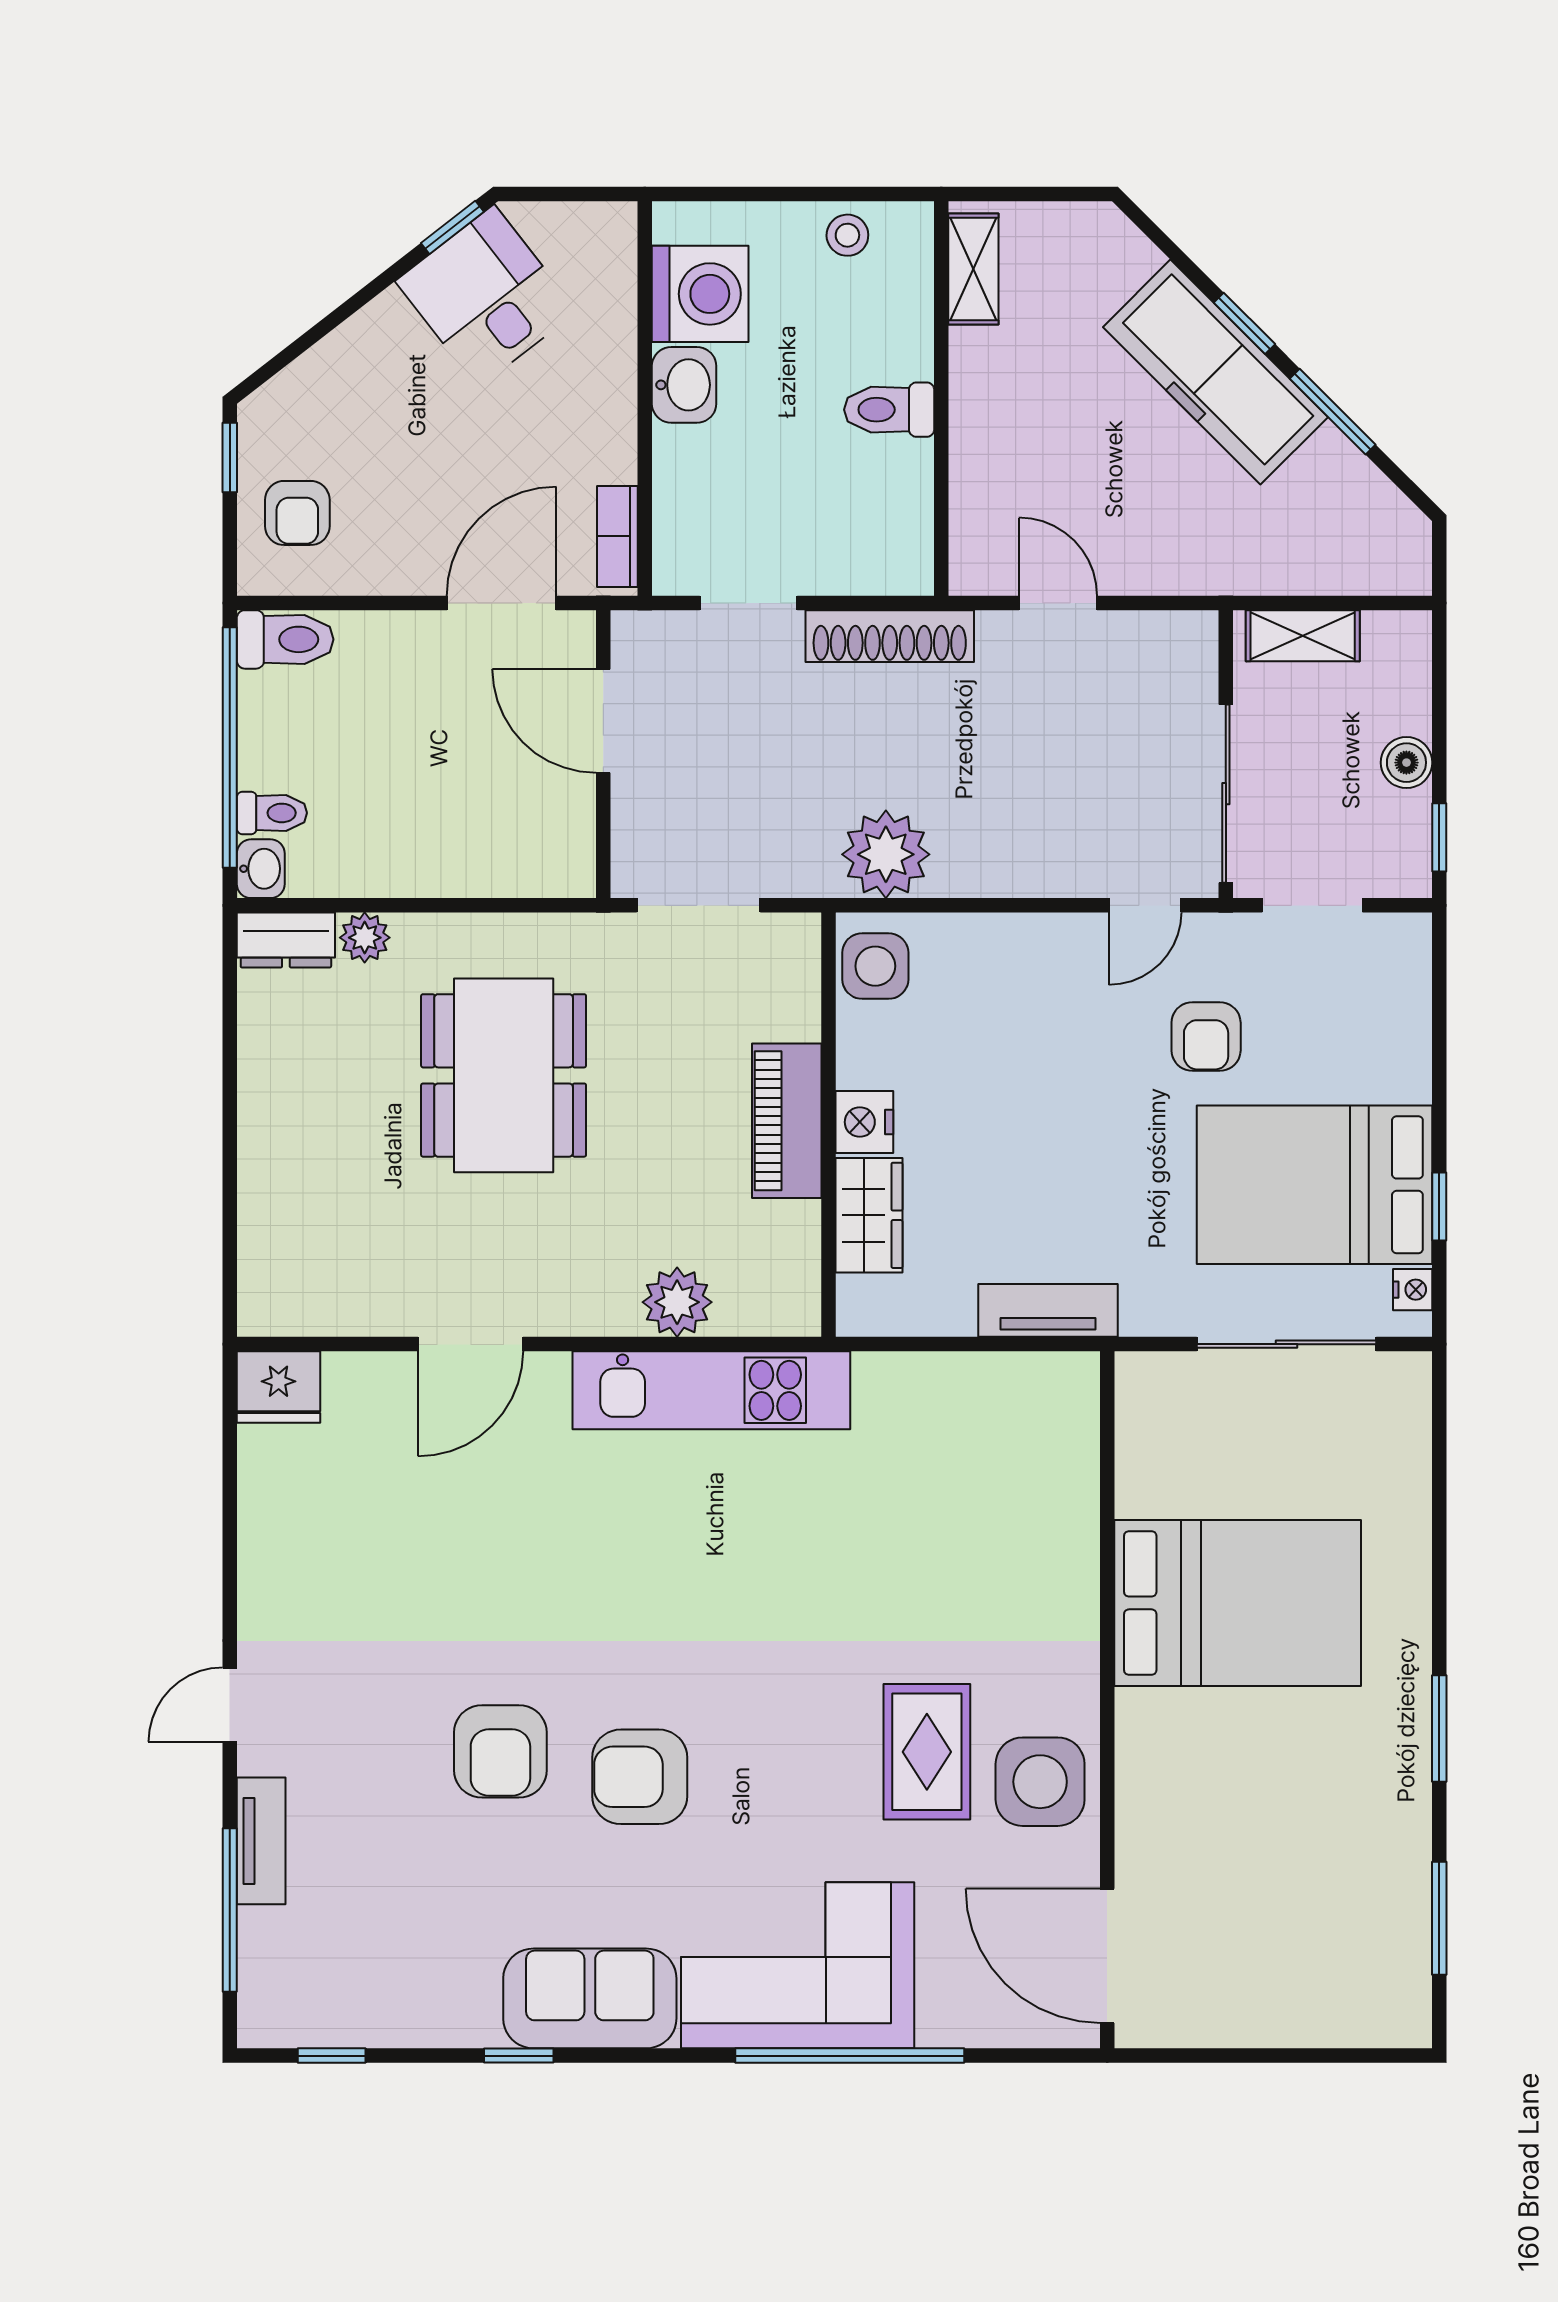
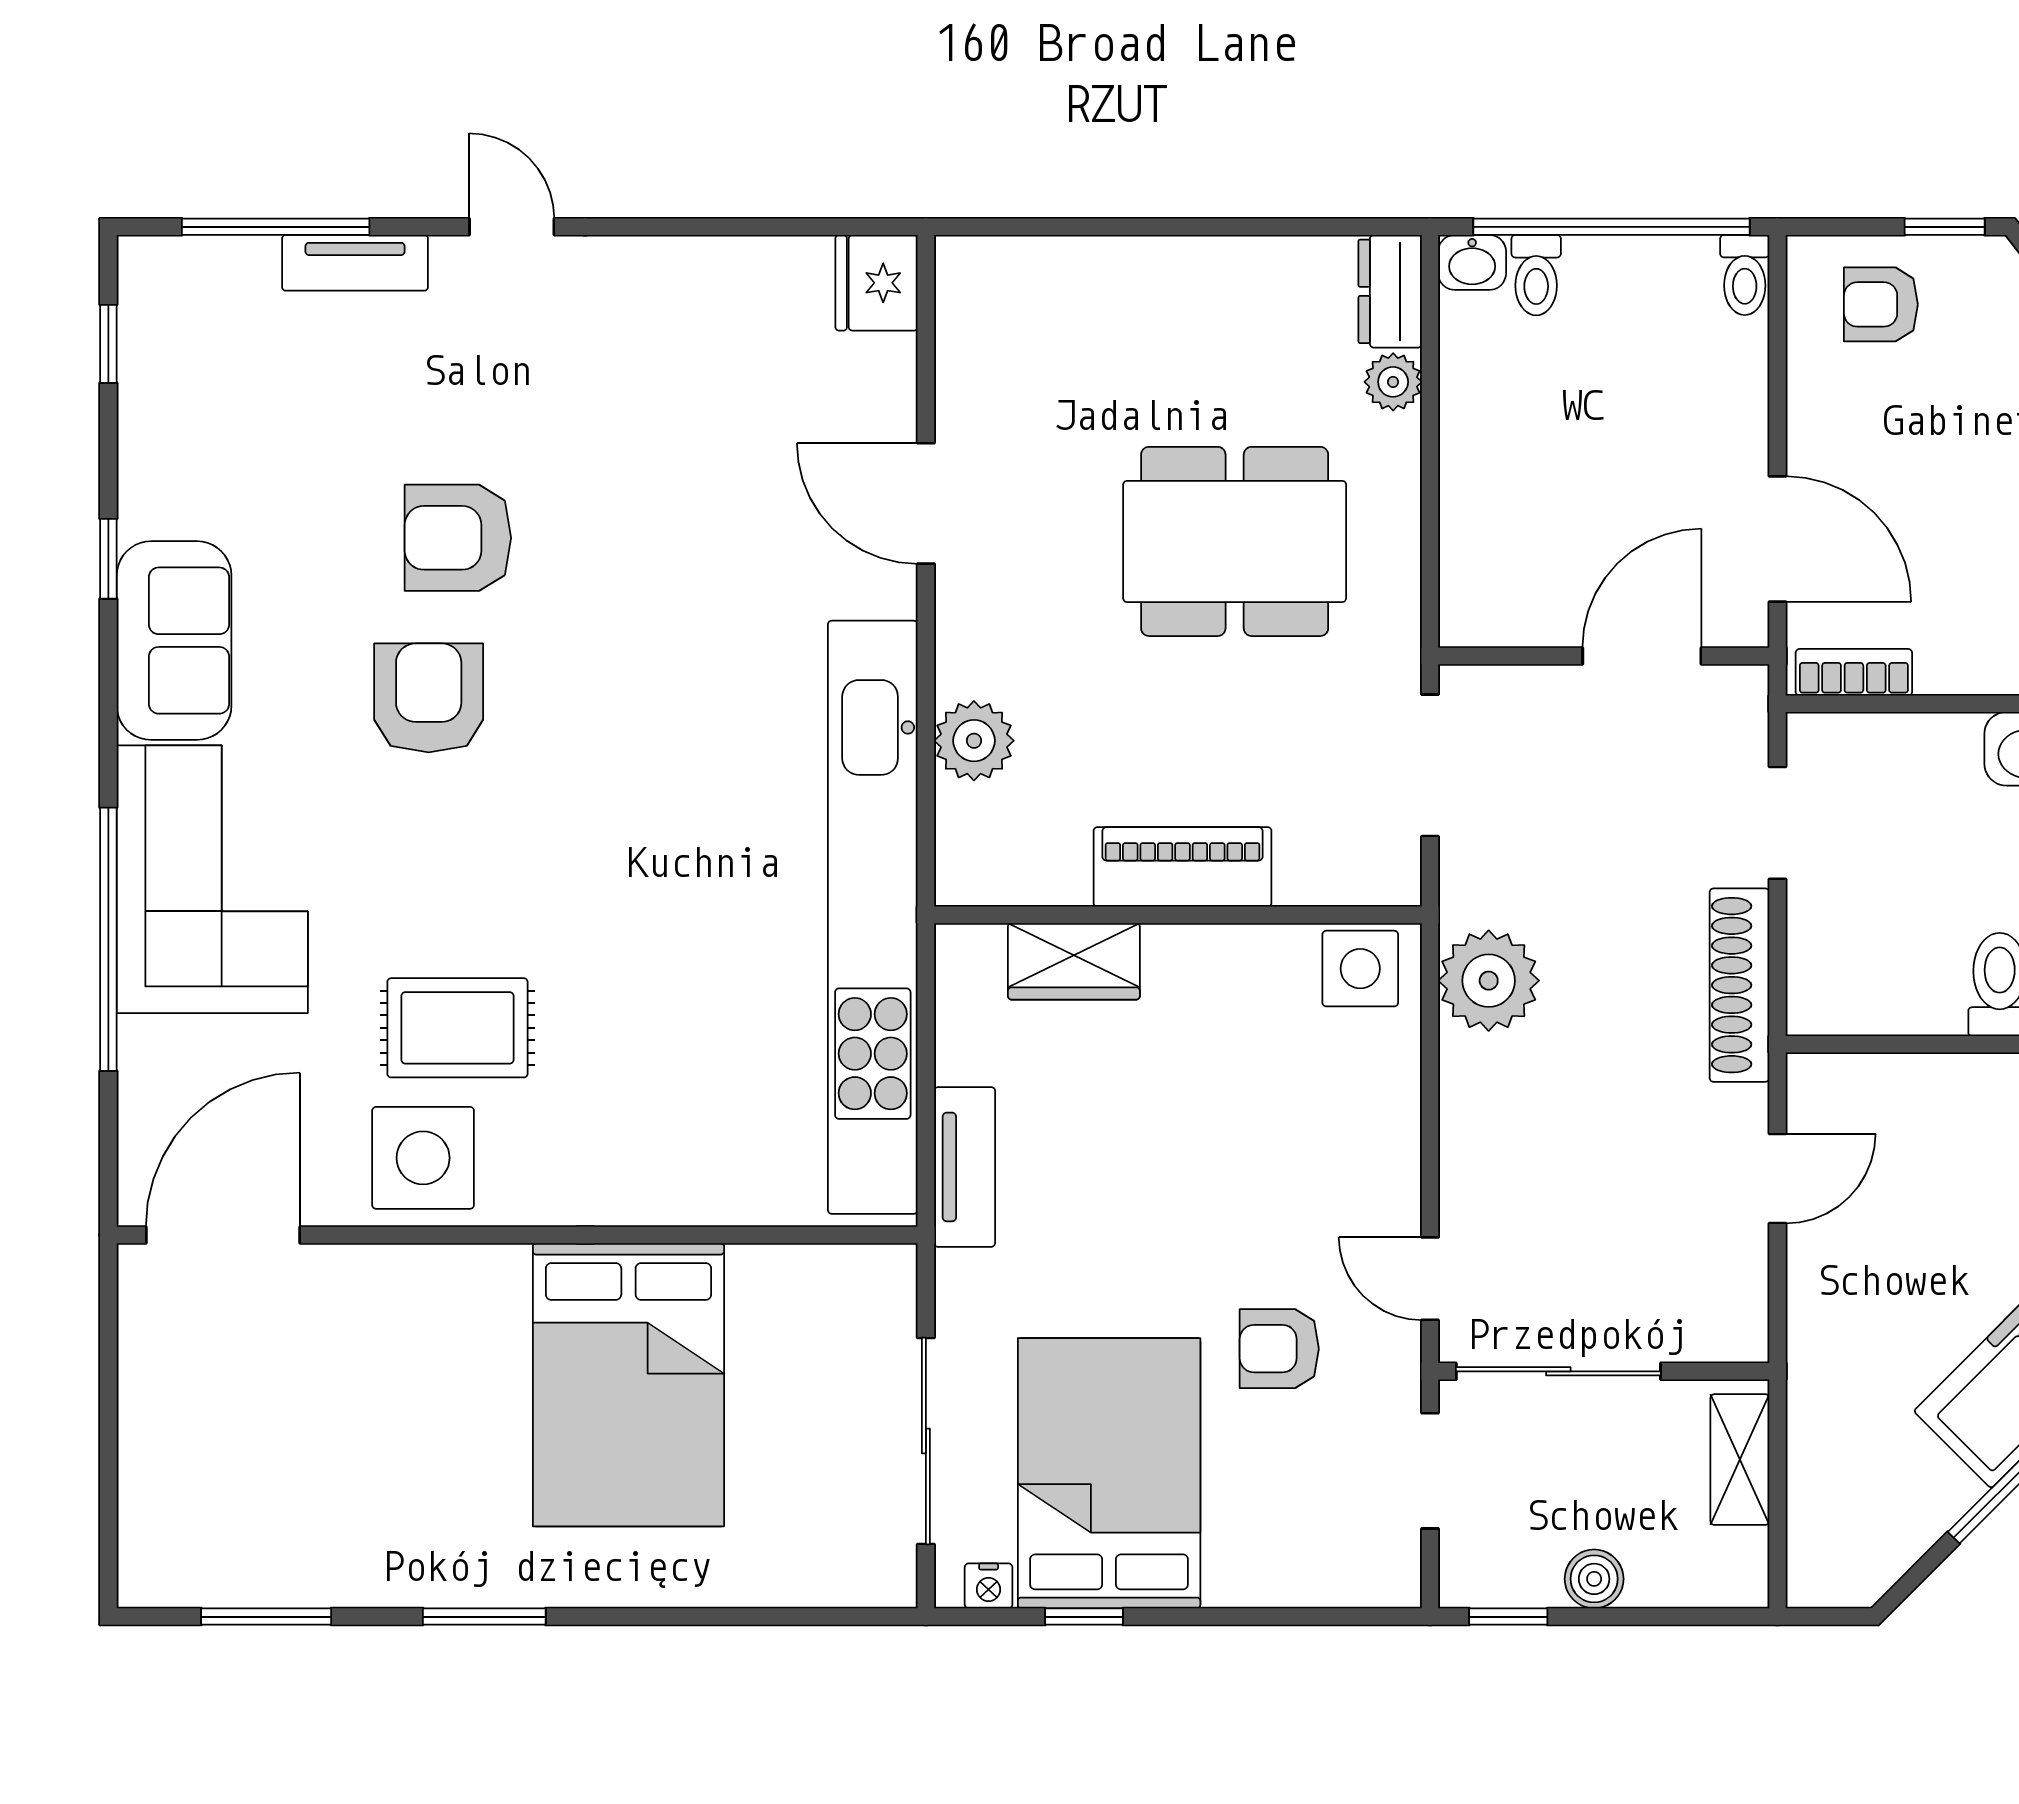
toilet: (285, 639) -> (1745, 275), width x0.73, depth x0.72
nightstand: (864, 1122) -> (1181, 956), removed
kitchen unit: (711, 1390) -> (873, 917), width x1.86

